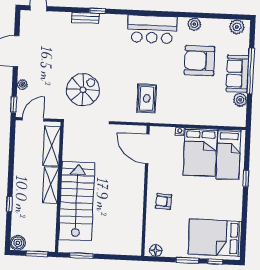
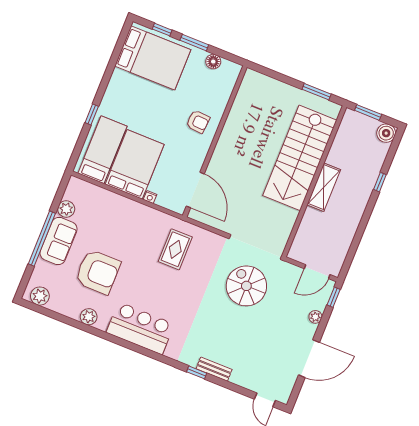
spiral stairs: (83, 90) -> (246, 286), turned 90
shelving: (52, 146) -> (306, 233), removed
floor lamp: (156, 250) -> (213, 62), moved

